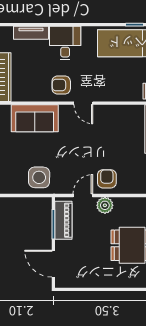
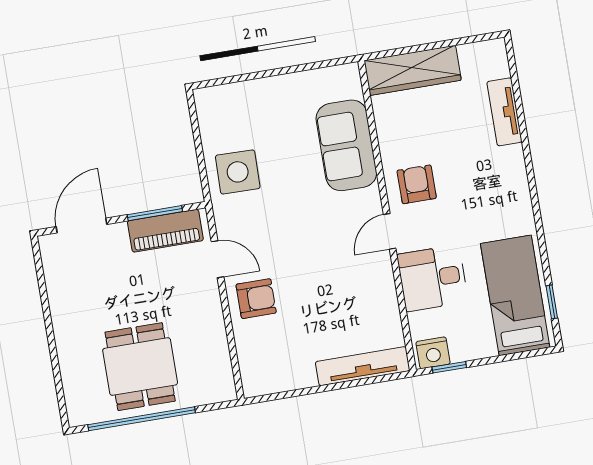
desk: (65, 43) -> (433, 278), moved, turned 180
plant: (105, 205) -> (206, 303), removed

